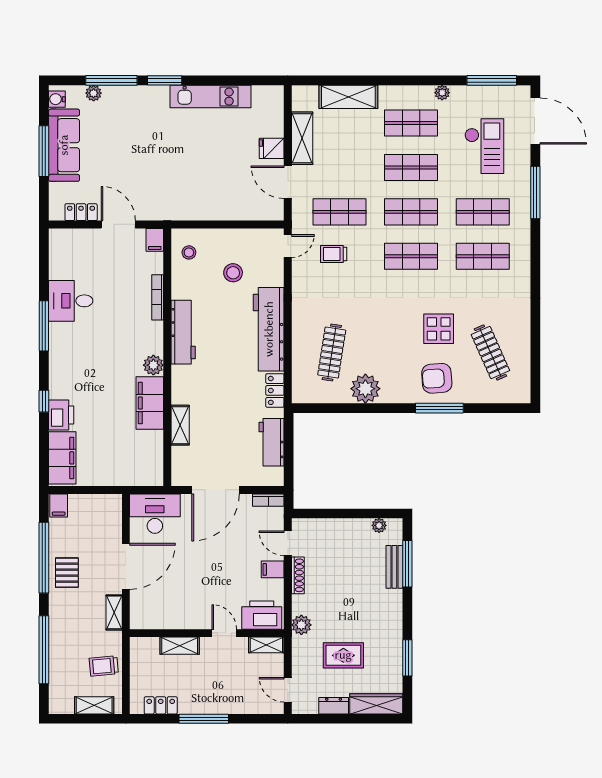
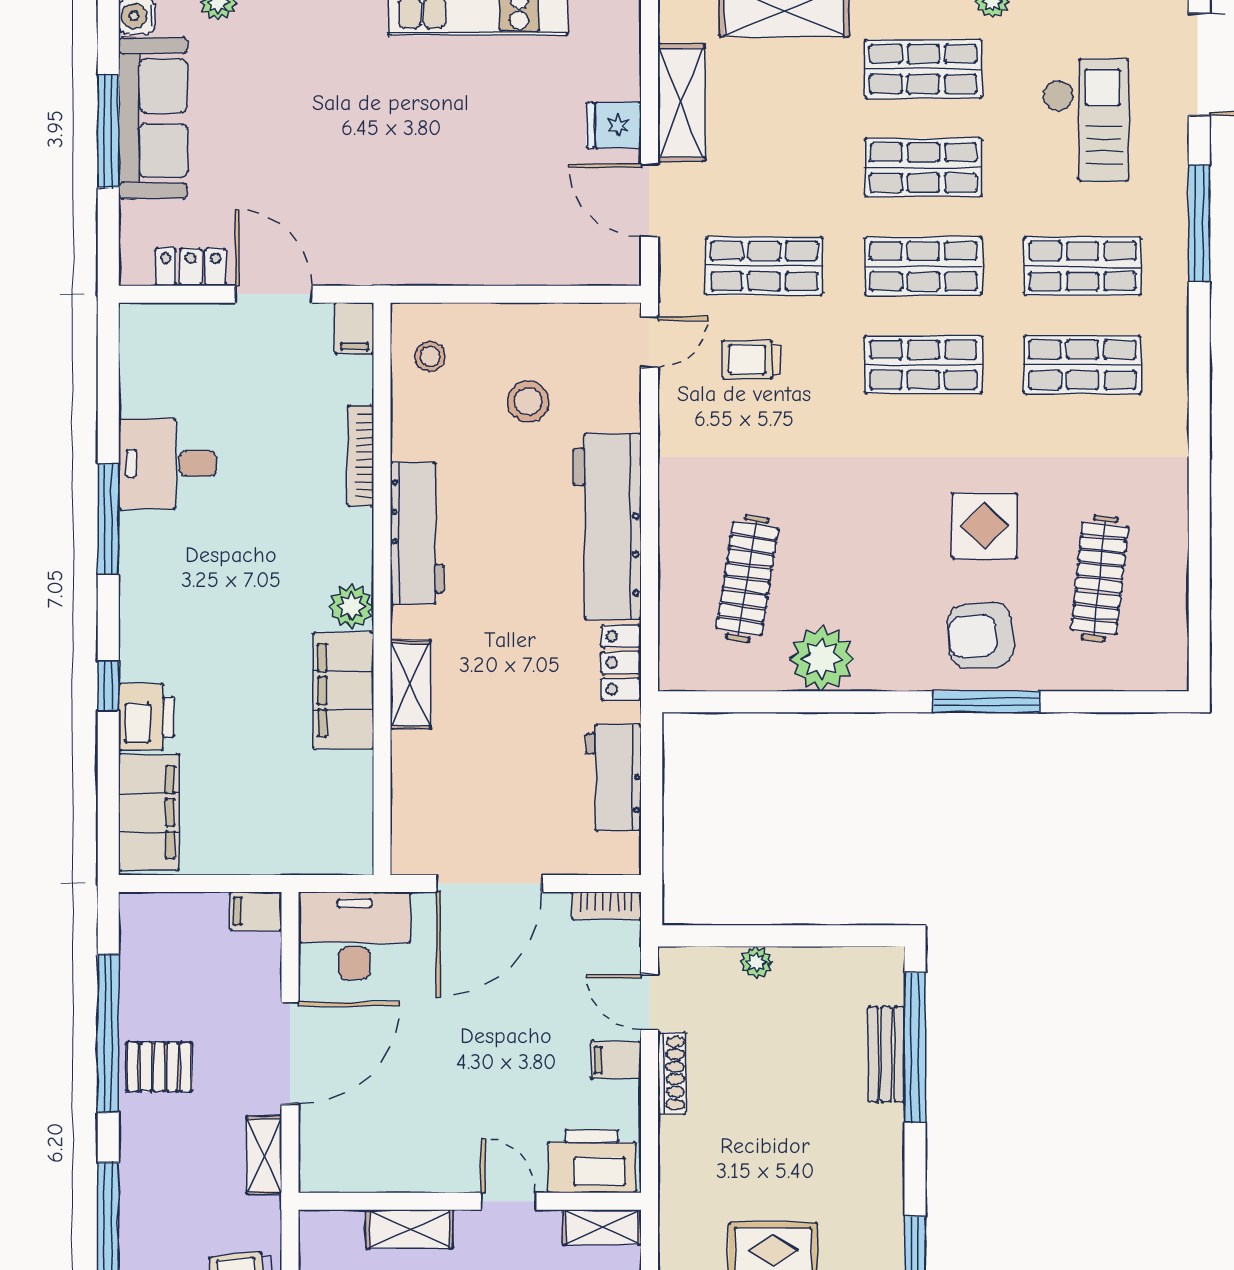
clothes rail: (490, 353) -> (1099, 578), turned 30
shelving: (180, 425) -> (410, 684), moved
filing cabinet: (59, 505) -> (256, 911), moved, turned 90
plant: (379, 525) -> (756, 962), moved
window: (407, 564) -> (915, 1047), width x1.46
pallet: (67, 573) -> (159, 1067), turned 90
plant: (301, 625) -> (680, 1183), removed

